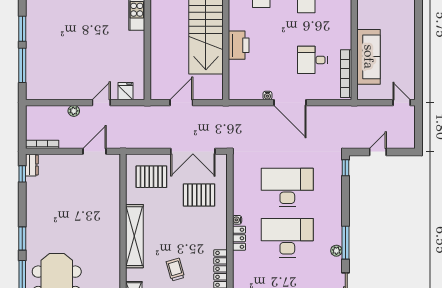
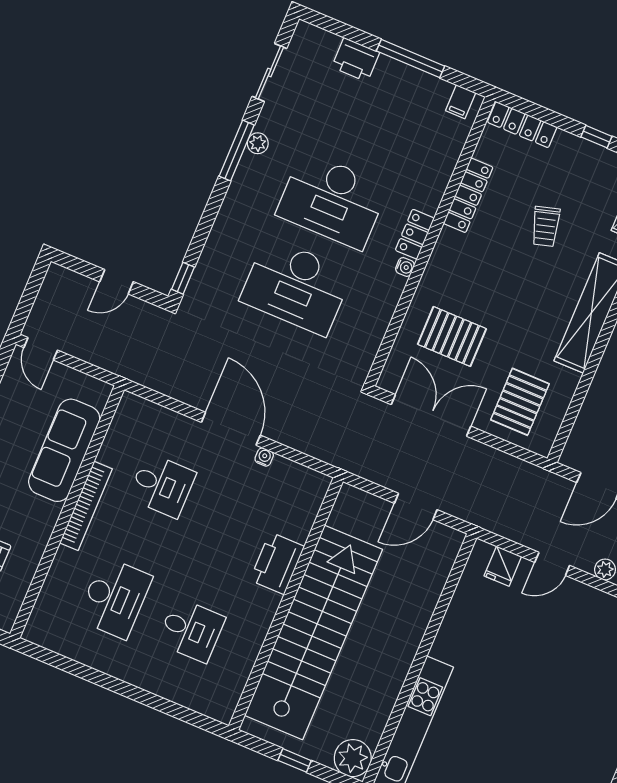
bookcase: (346, 74) -> (86, 506), moved
pallet: (151, 177) -> (520, 402), turned 90

